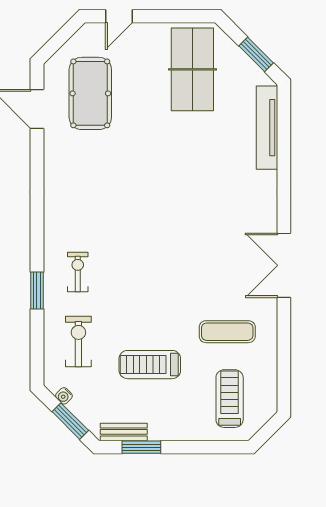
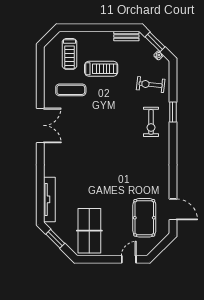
exercise bike: (78, 272) -> (151, 122), width x1.38, depth x1.39
exercise bike: (78, 342) -> (151, 85), turned 96
treadmill: (150, 365) -> (101, 69), moved
window: (141, 447) -> (117, 28), removed

